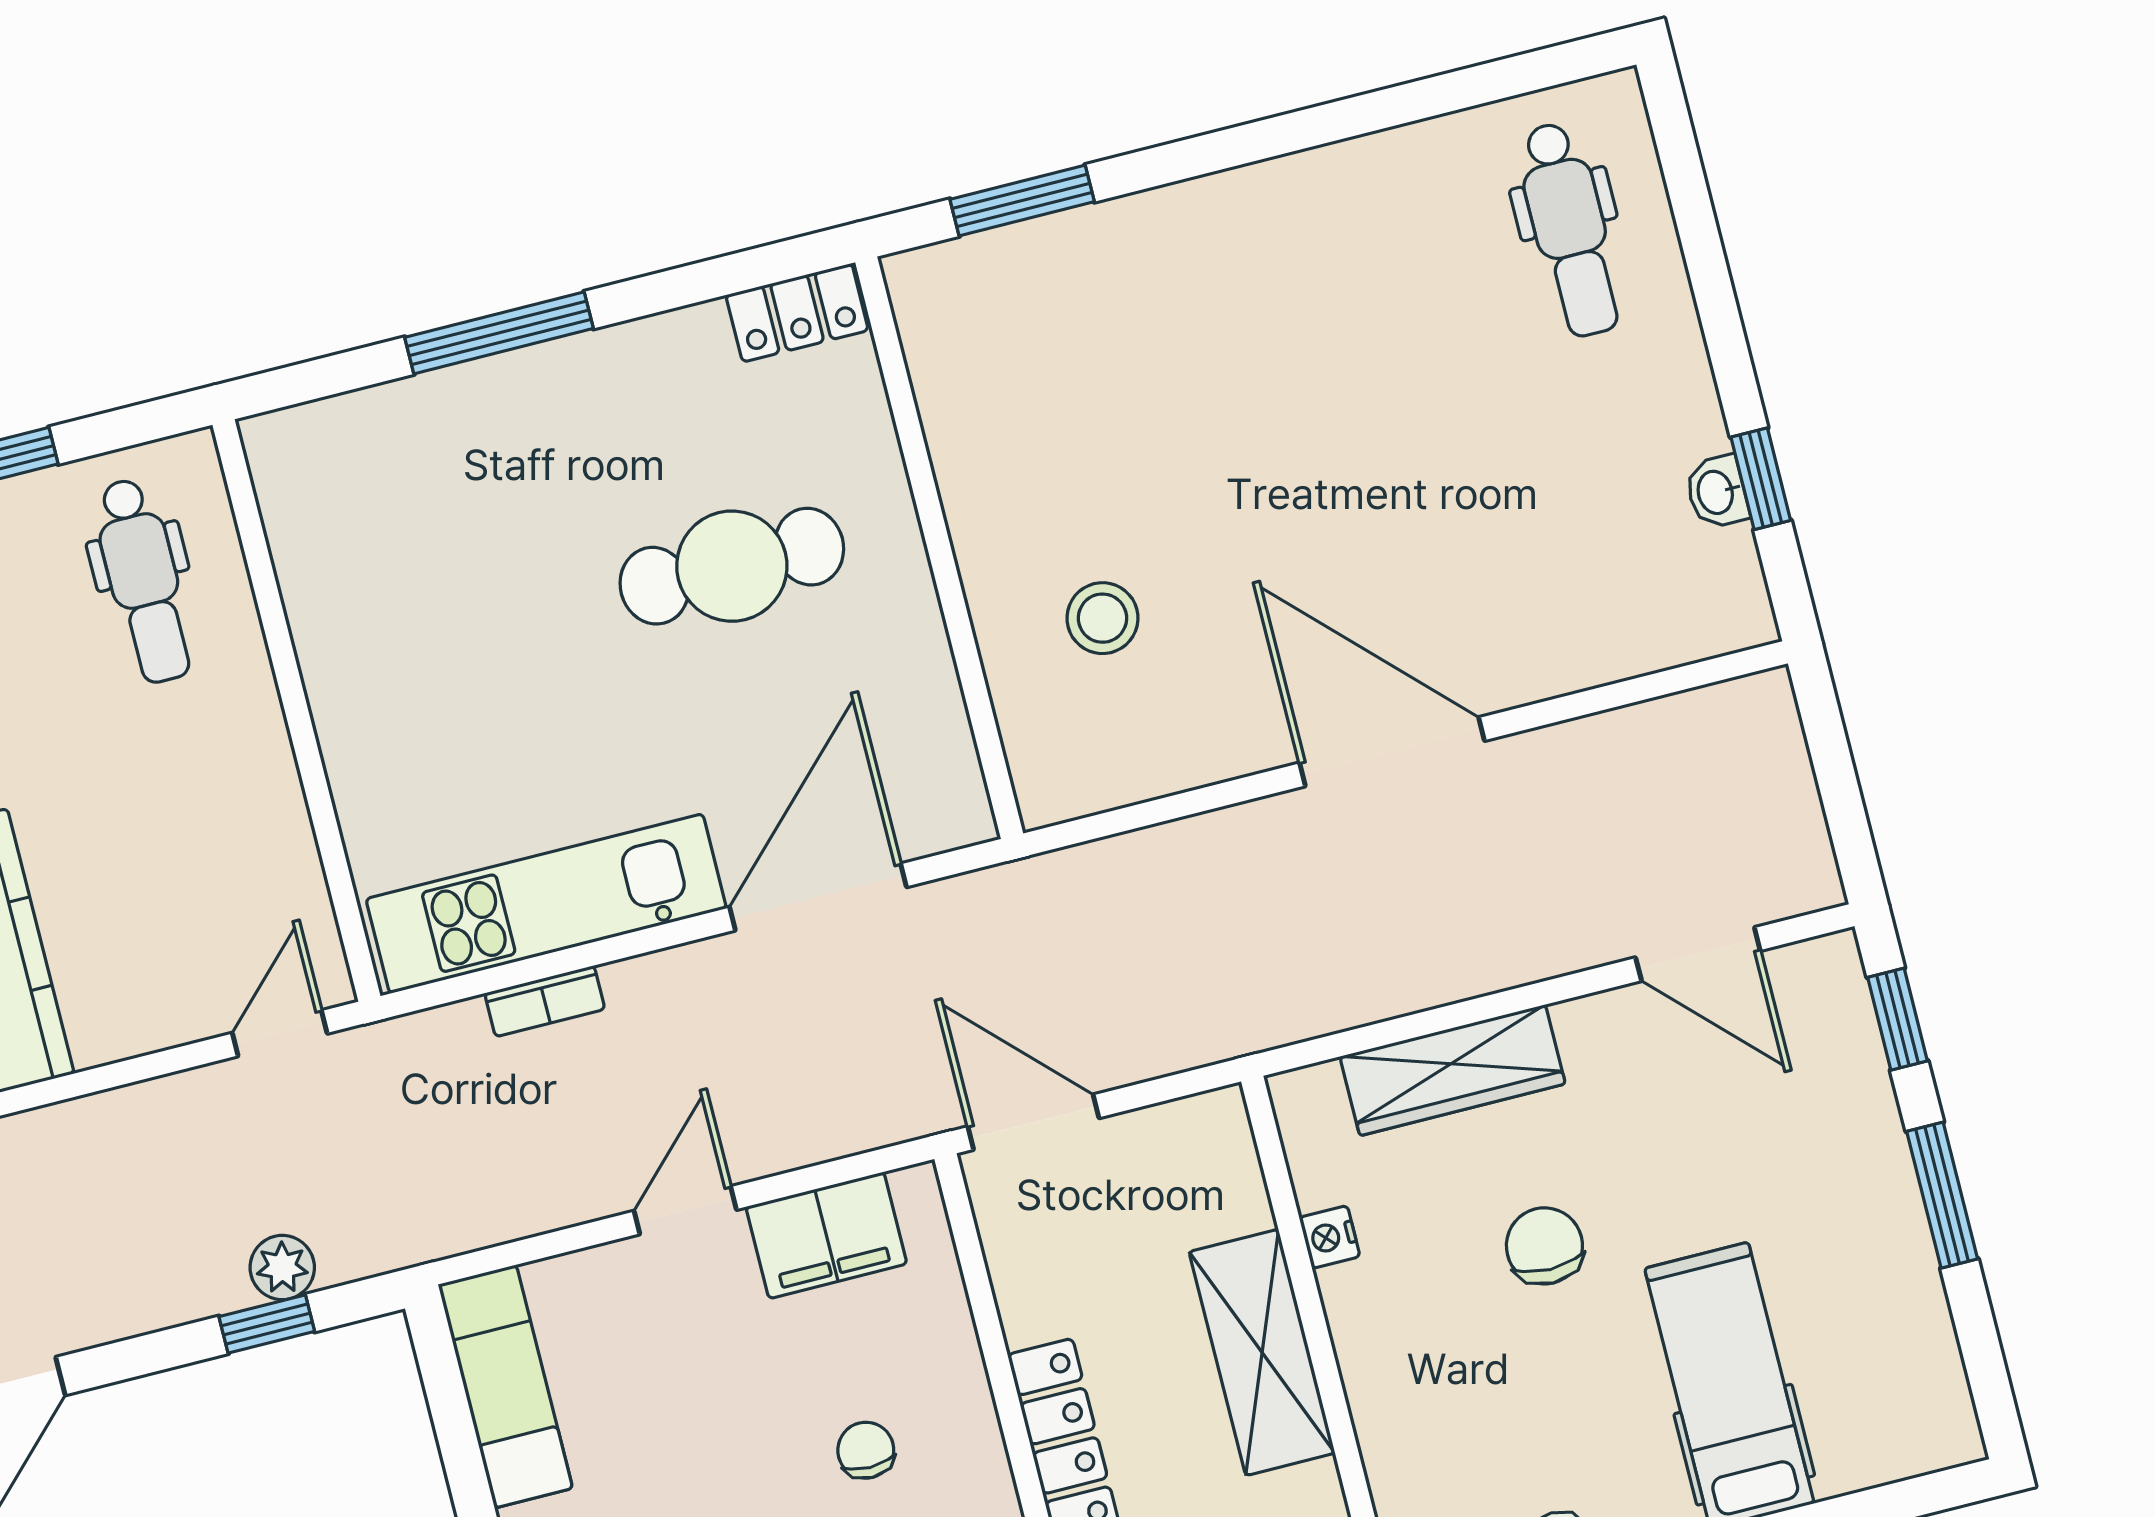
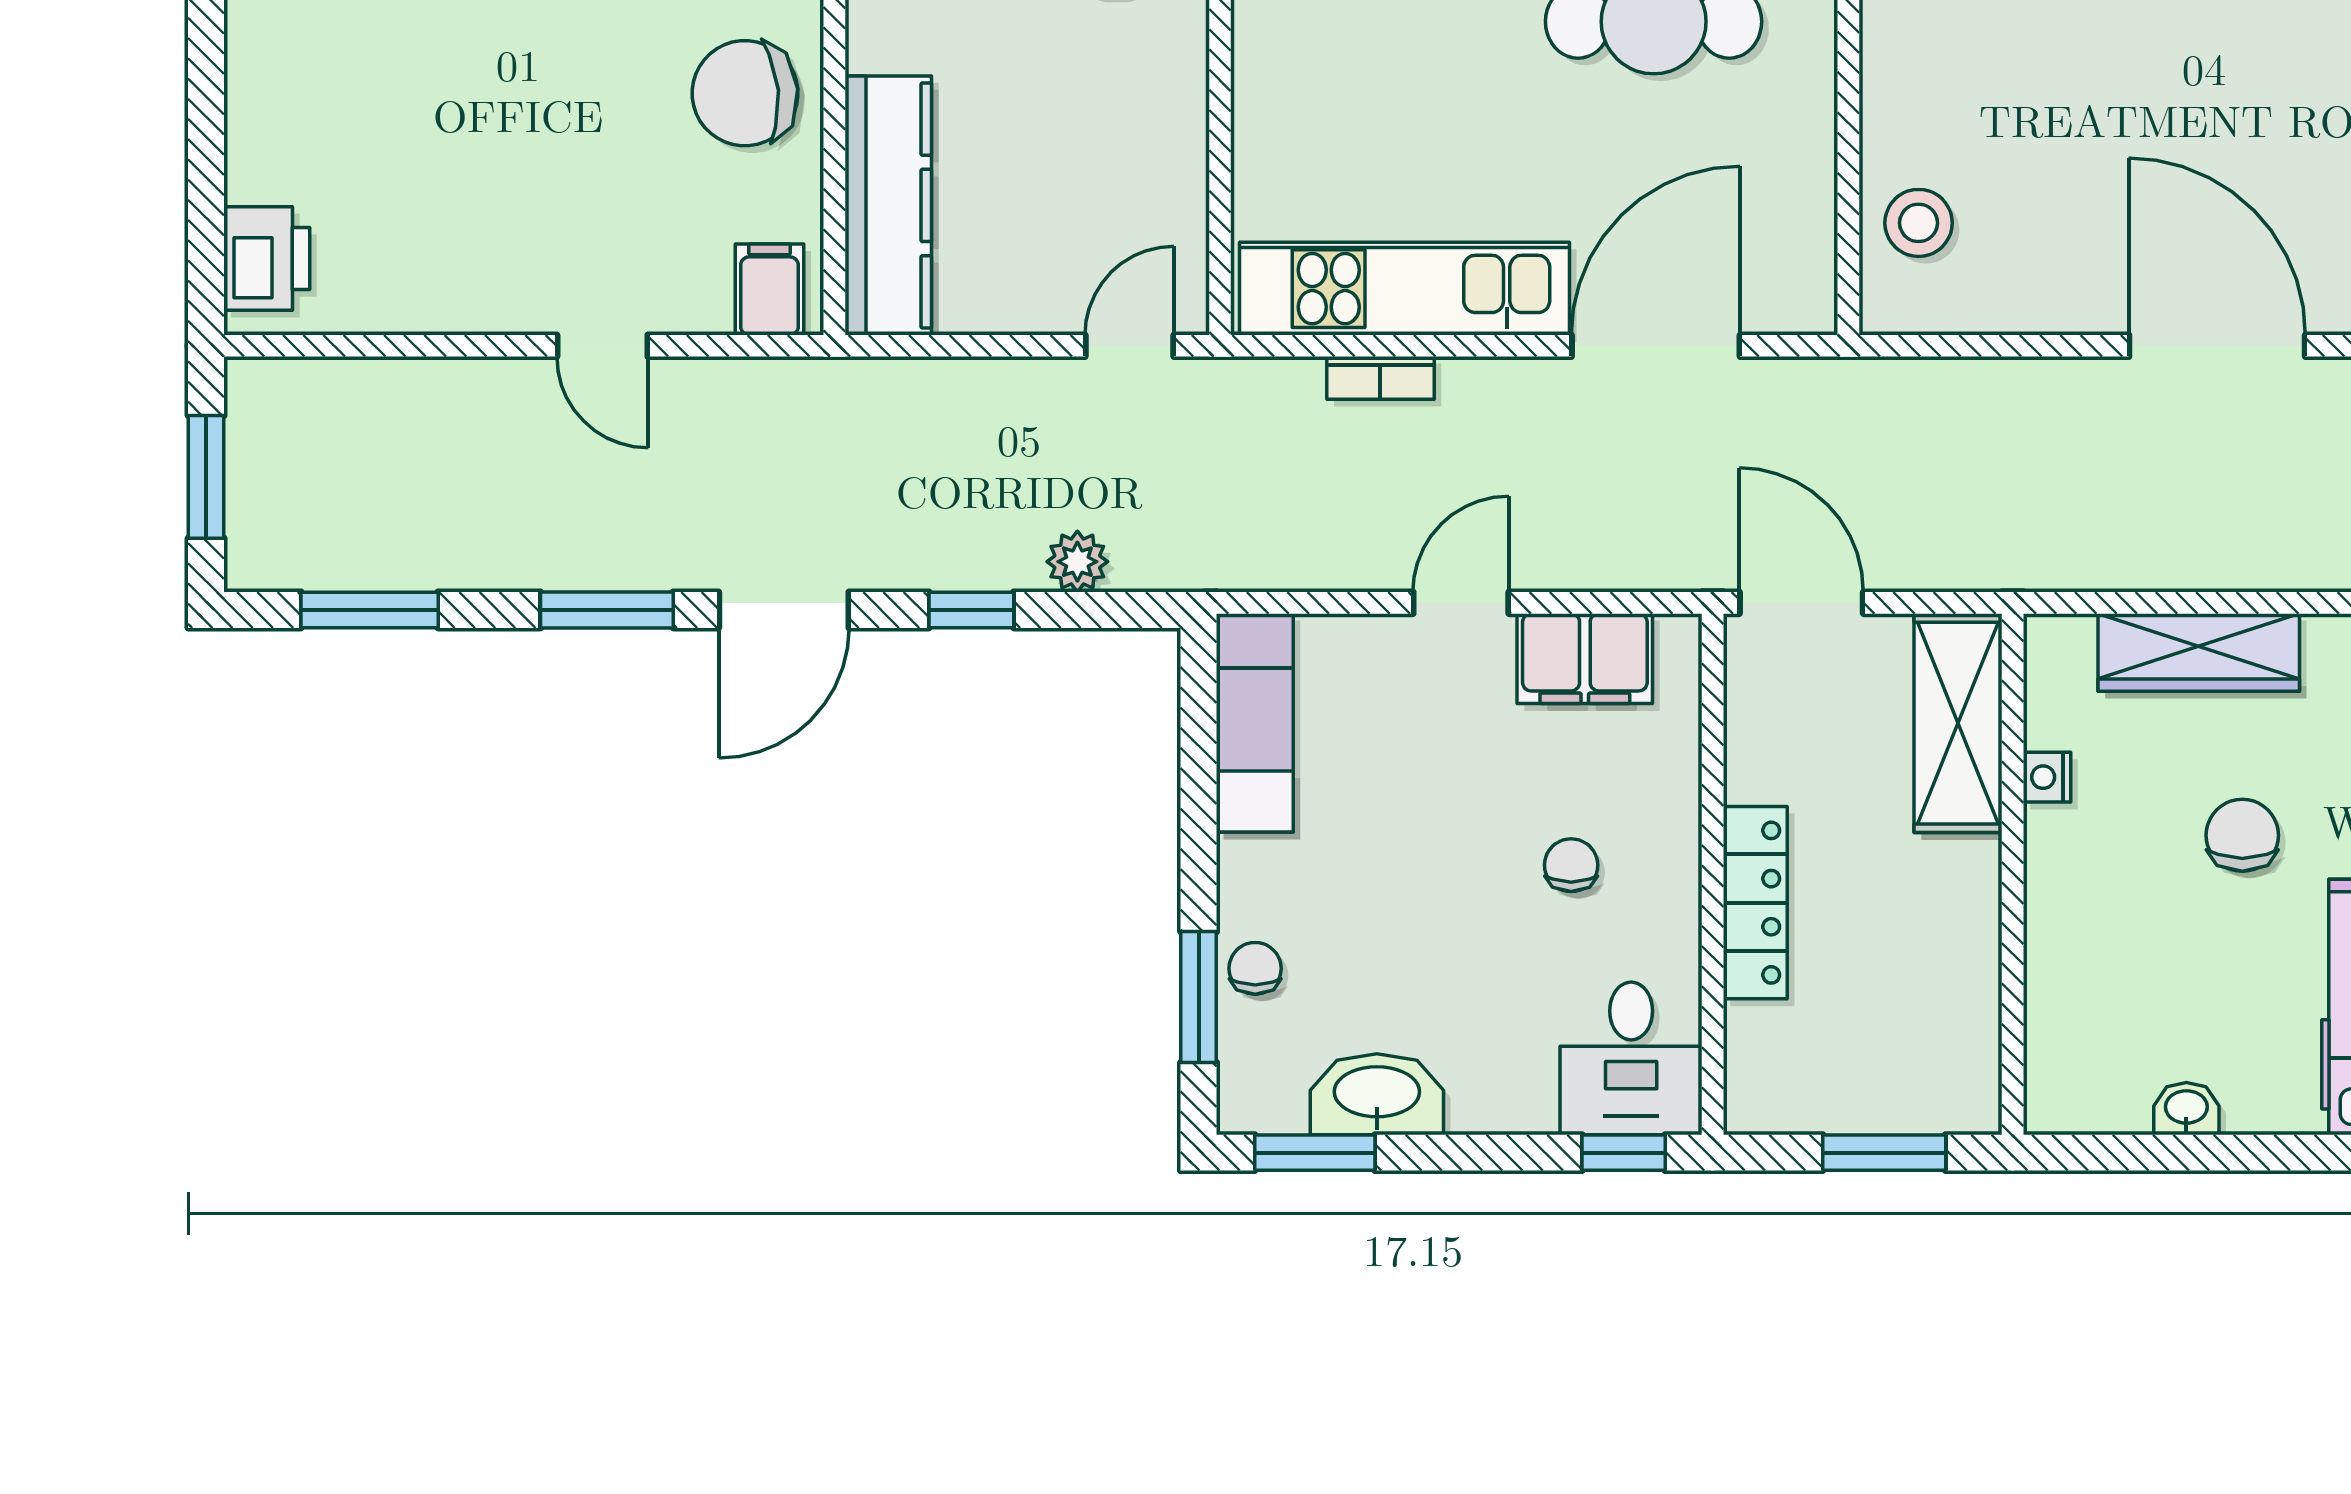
stool: (1102, 618) -> (1919, 223), moved
window: (267, 1324) -> (971, 610), moved
shelving: (1262, 1352) -> (1958, 723), moved

